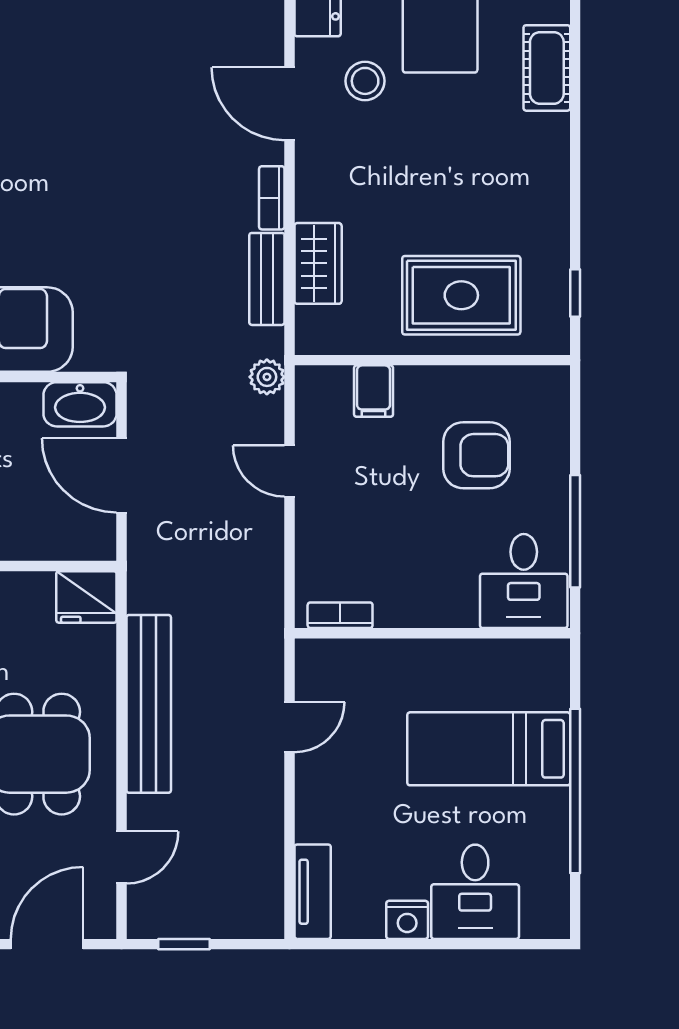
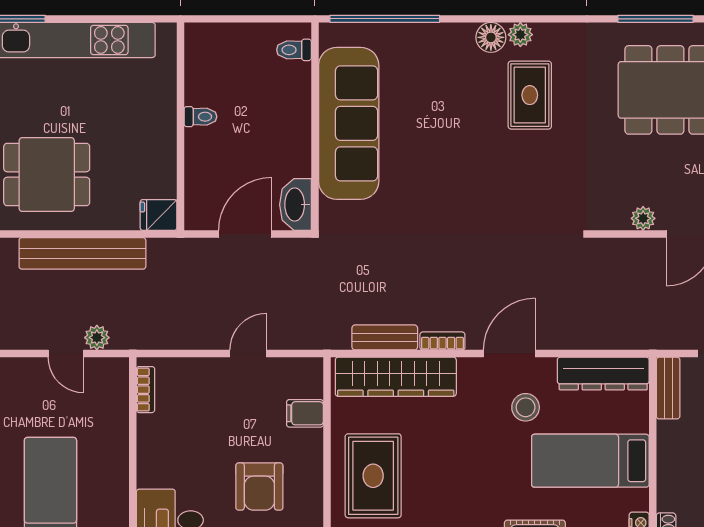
wardrobe: (318, 263) -> (396, 377), width x2.10, depth x1.17
plant: (267, 377) -> (97, 338), moved
fridge: (86, 597) -> (159, 215), width x0.72

